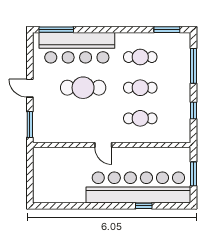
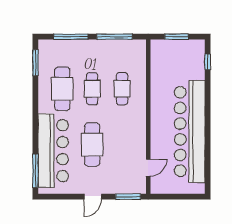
cafe table: (140, 57) -> (62, 89), width x1.37, depth x1.35
window: (194, 111) -> (115, 37), width x2.17
door: (103, 145) -> (148, 168), moved
bar counter: (138, 187) -> (190, 131), moved
window: (144, 206) -> (208, 62), moved

